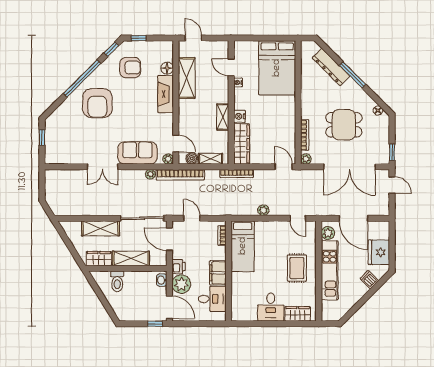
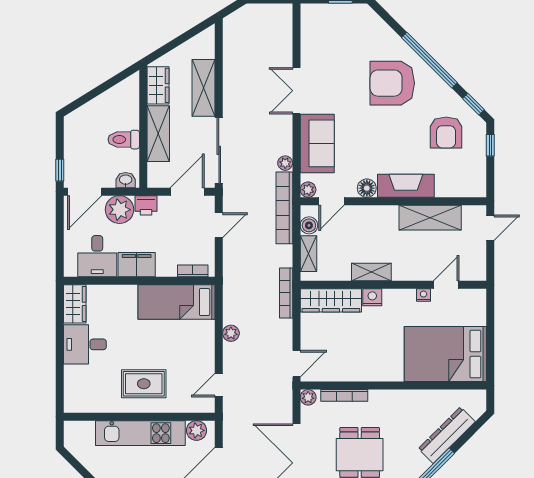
floor lamp: (167, 68) -> (367, 188), moved
toilet: (117, 281) -> (124, 140), moved
wardrobe: (298, 314) -> (75, 304), moved

